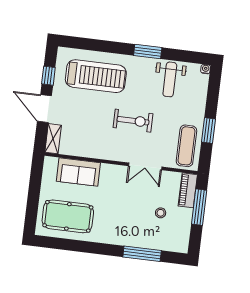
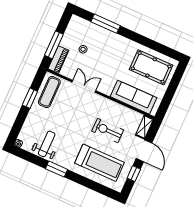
treadmill: (96, 76) -> (100, 163), turned 180
exercise bike: (133, 121) -> (108, 131), moved
sofa: (78, 172) -> (134, 97), width x1.36

